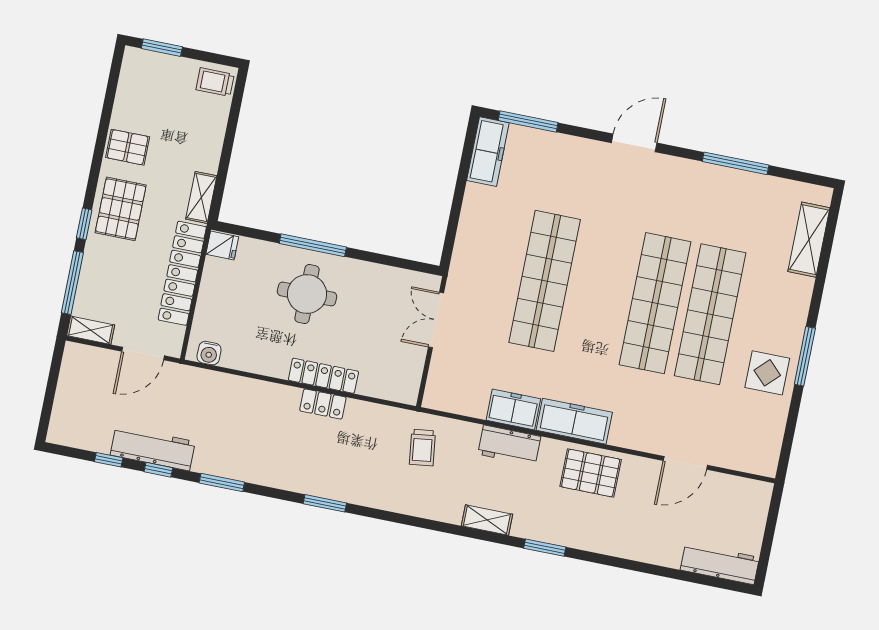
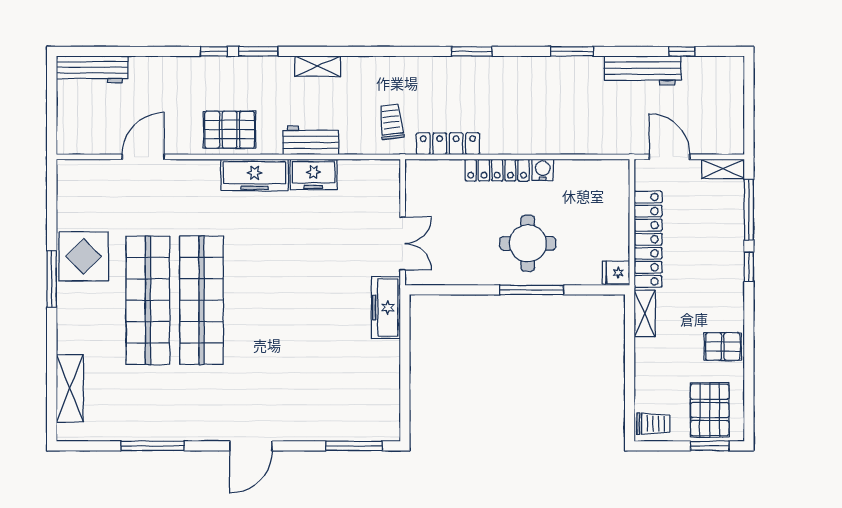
freezer: (488, 152) -> (386, 307), moved
pallet: (121, 209) -> (710, 410), moved
shop shelf: (545, 281) -> (309, 300), removed
water cooler: (209, 353) -> (543, 170), moved
door: (143, 354) -> (670, 157), hinge flipped
display table: (767, 373) -> (84, 256), width x1.36, depth x1.36
locker: (323, 404) -> (448, 144), moved, width x1.53
window: (158, 470) -> (214, 51), moved

